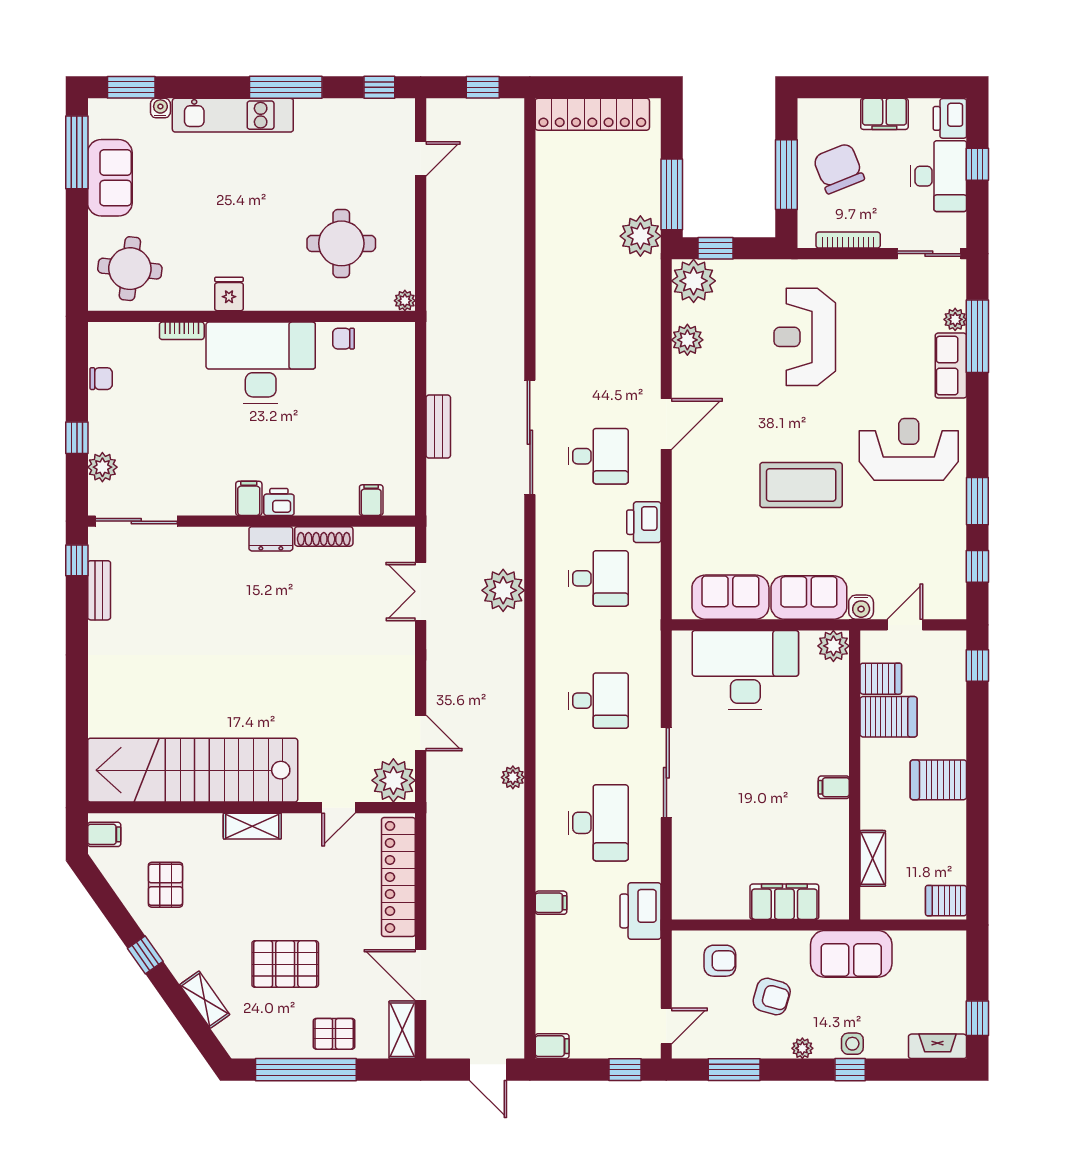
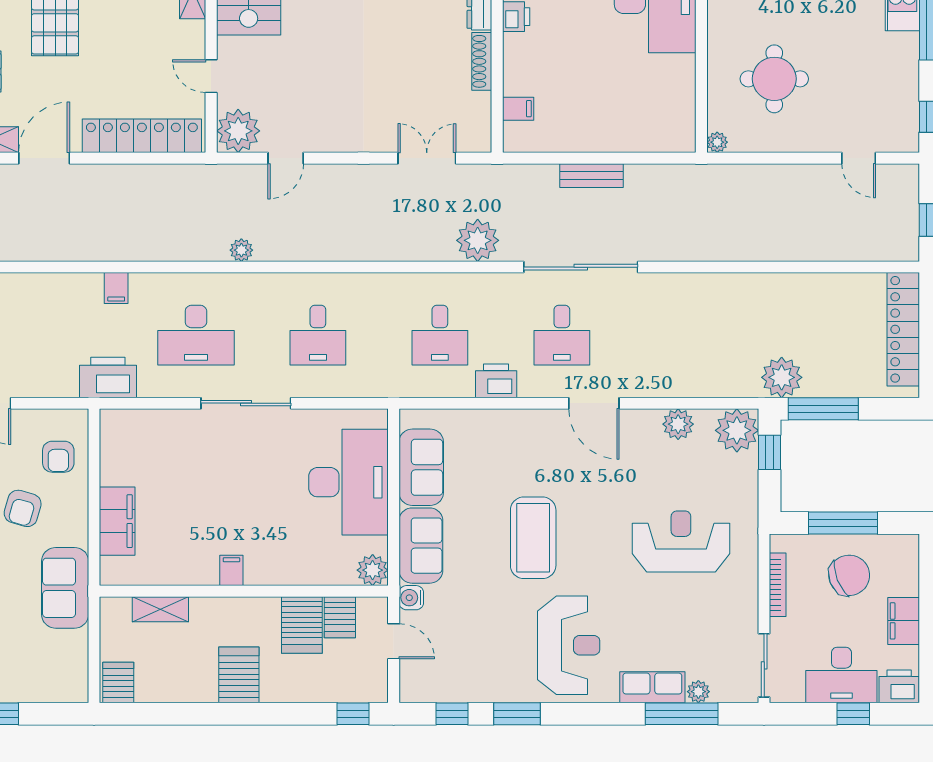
chair: (344, 339) -> (679, 81), removed
plant: (503, 590) -> (478, 240), moved

